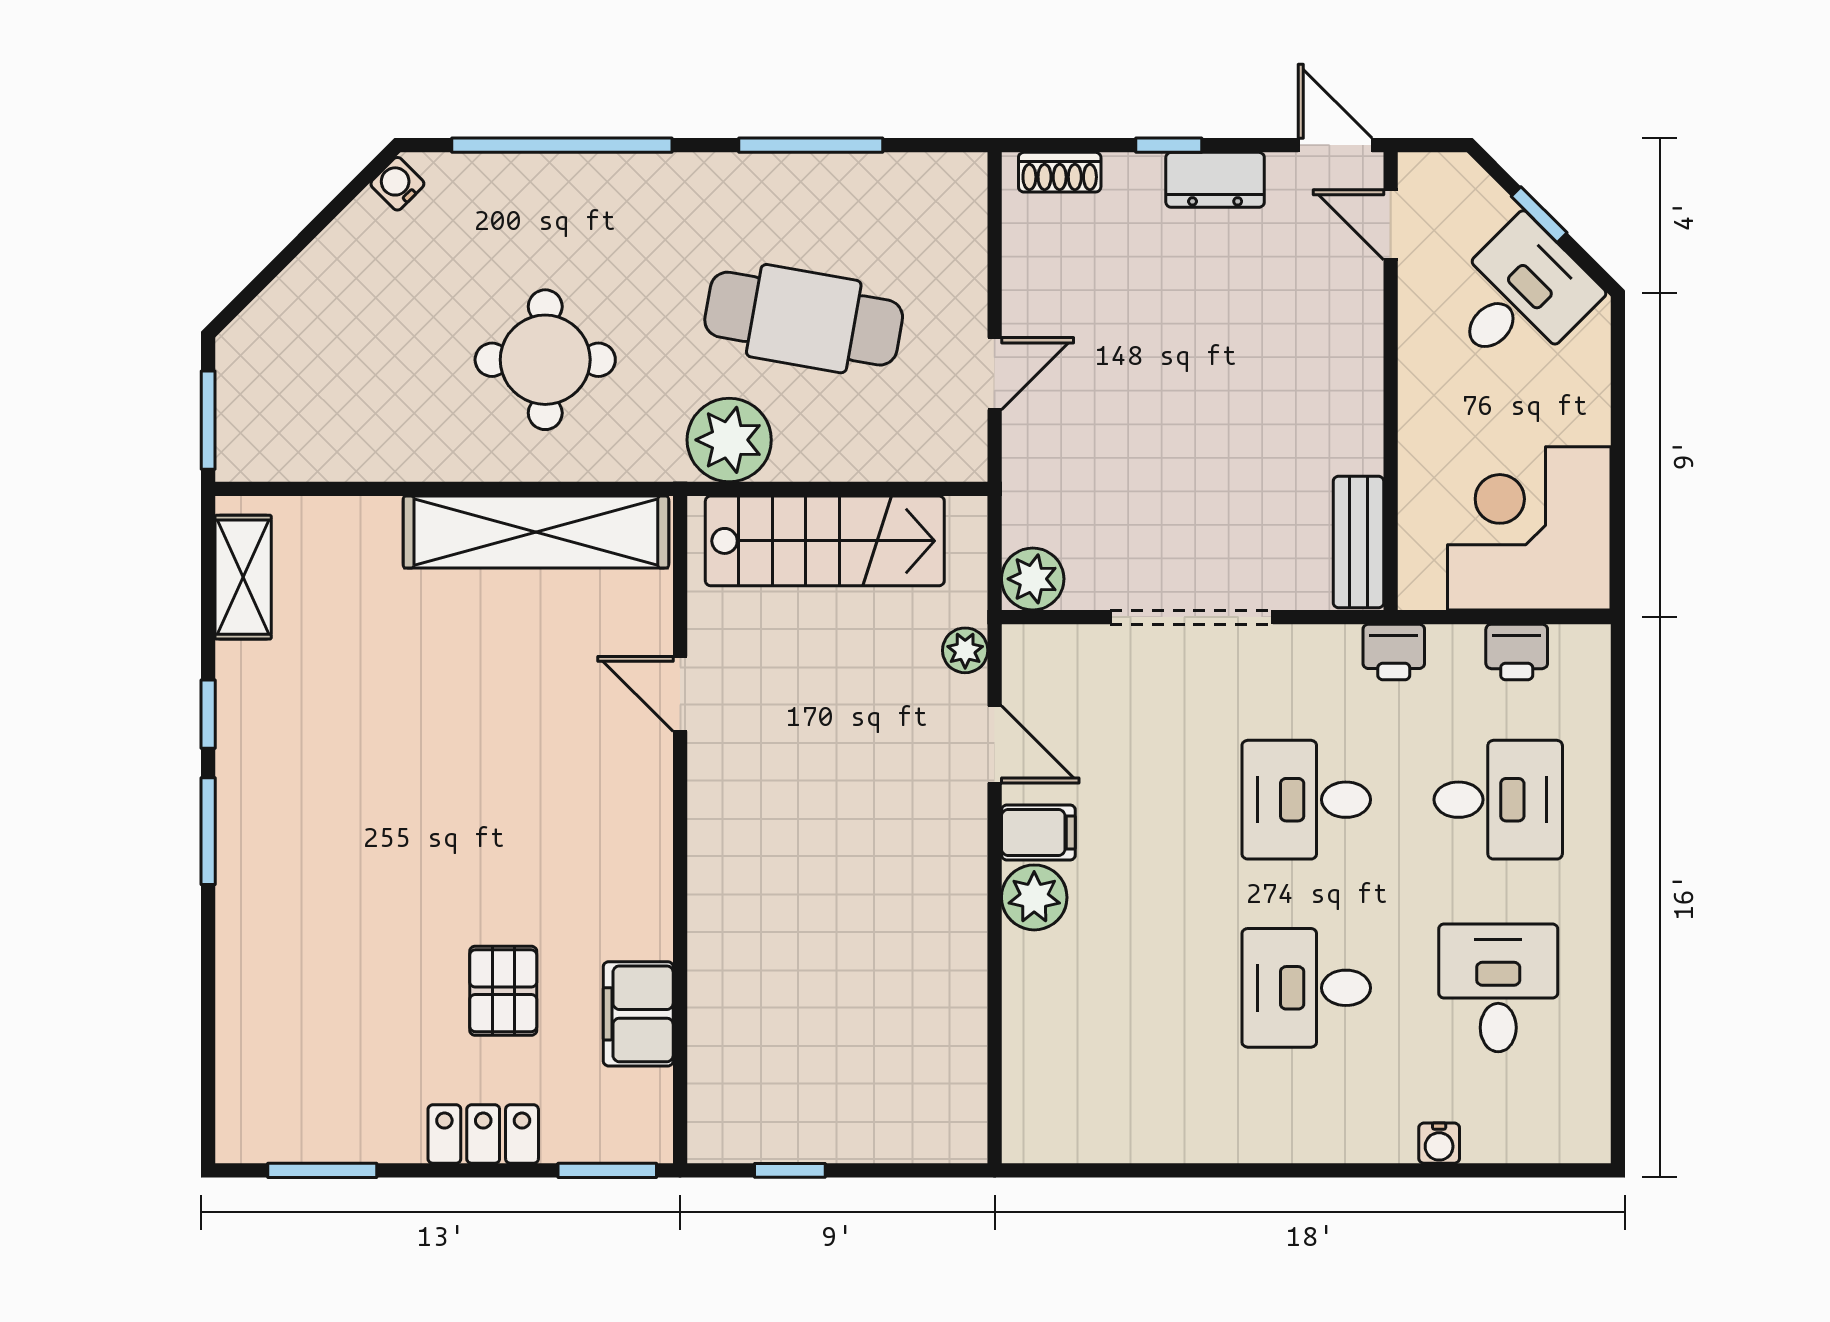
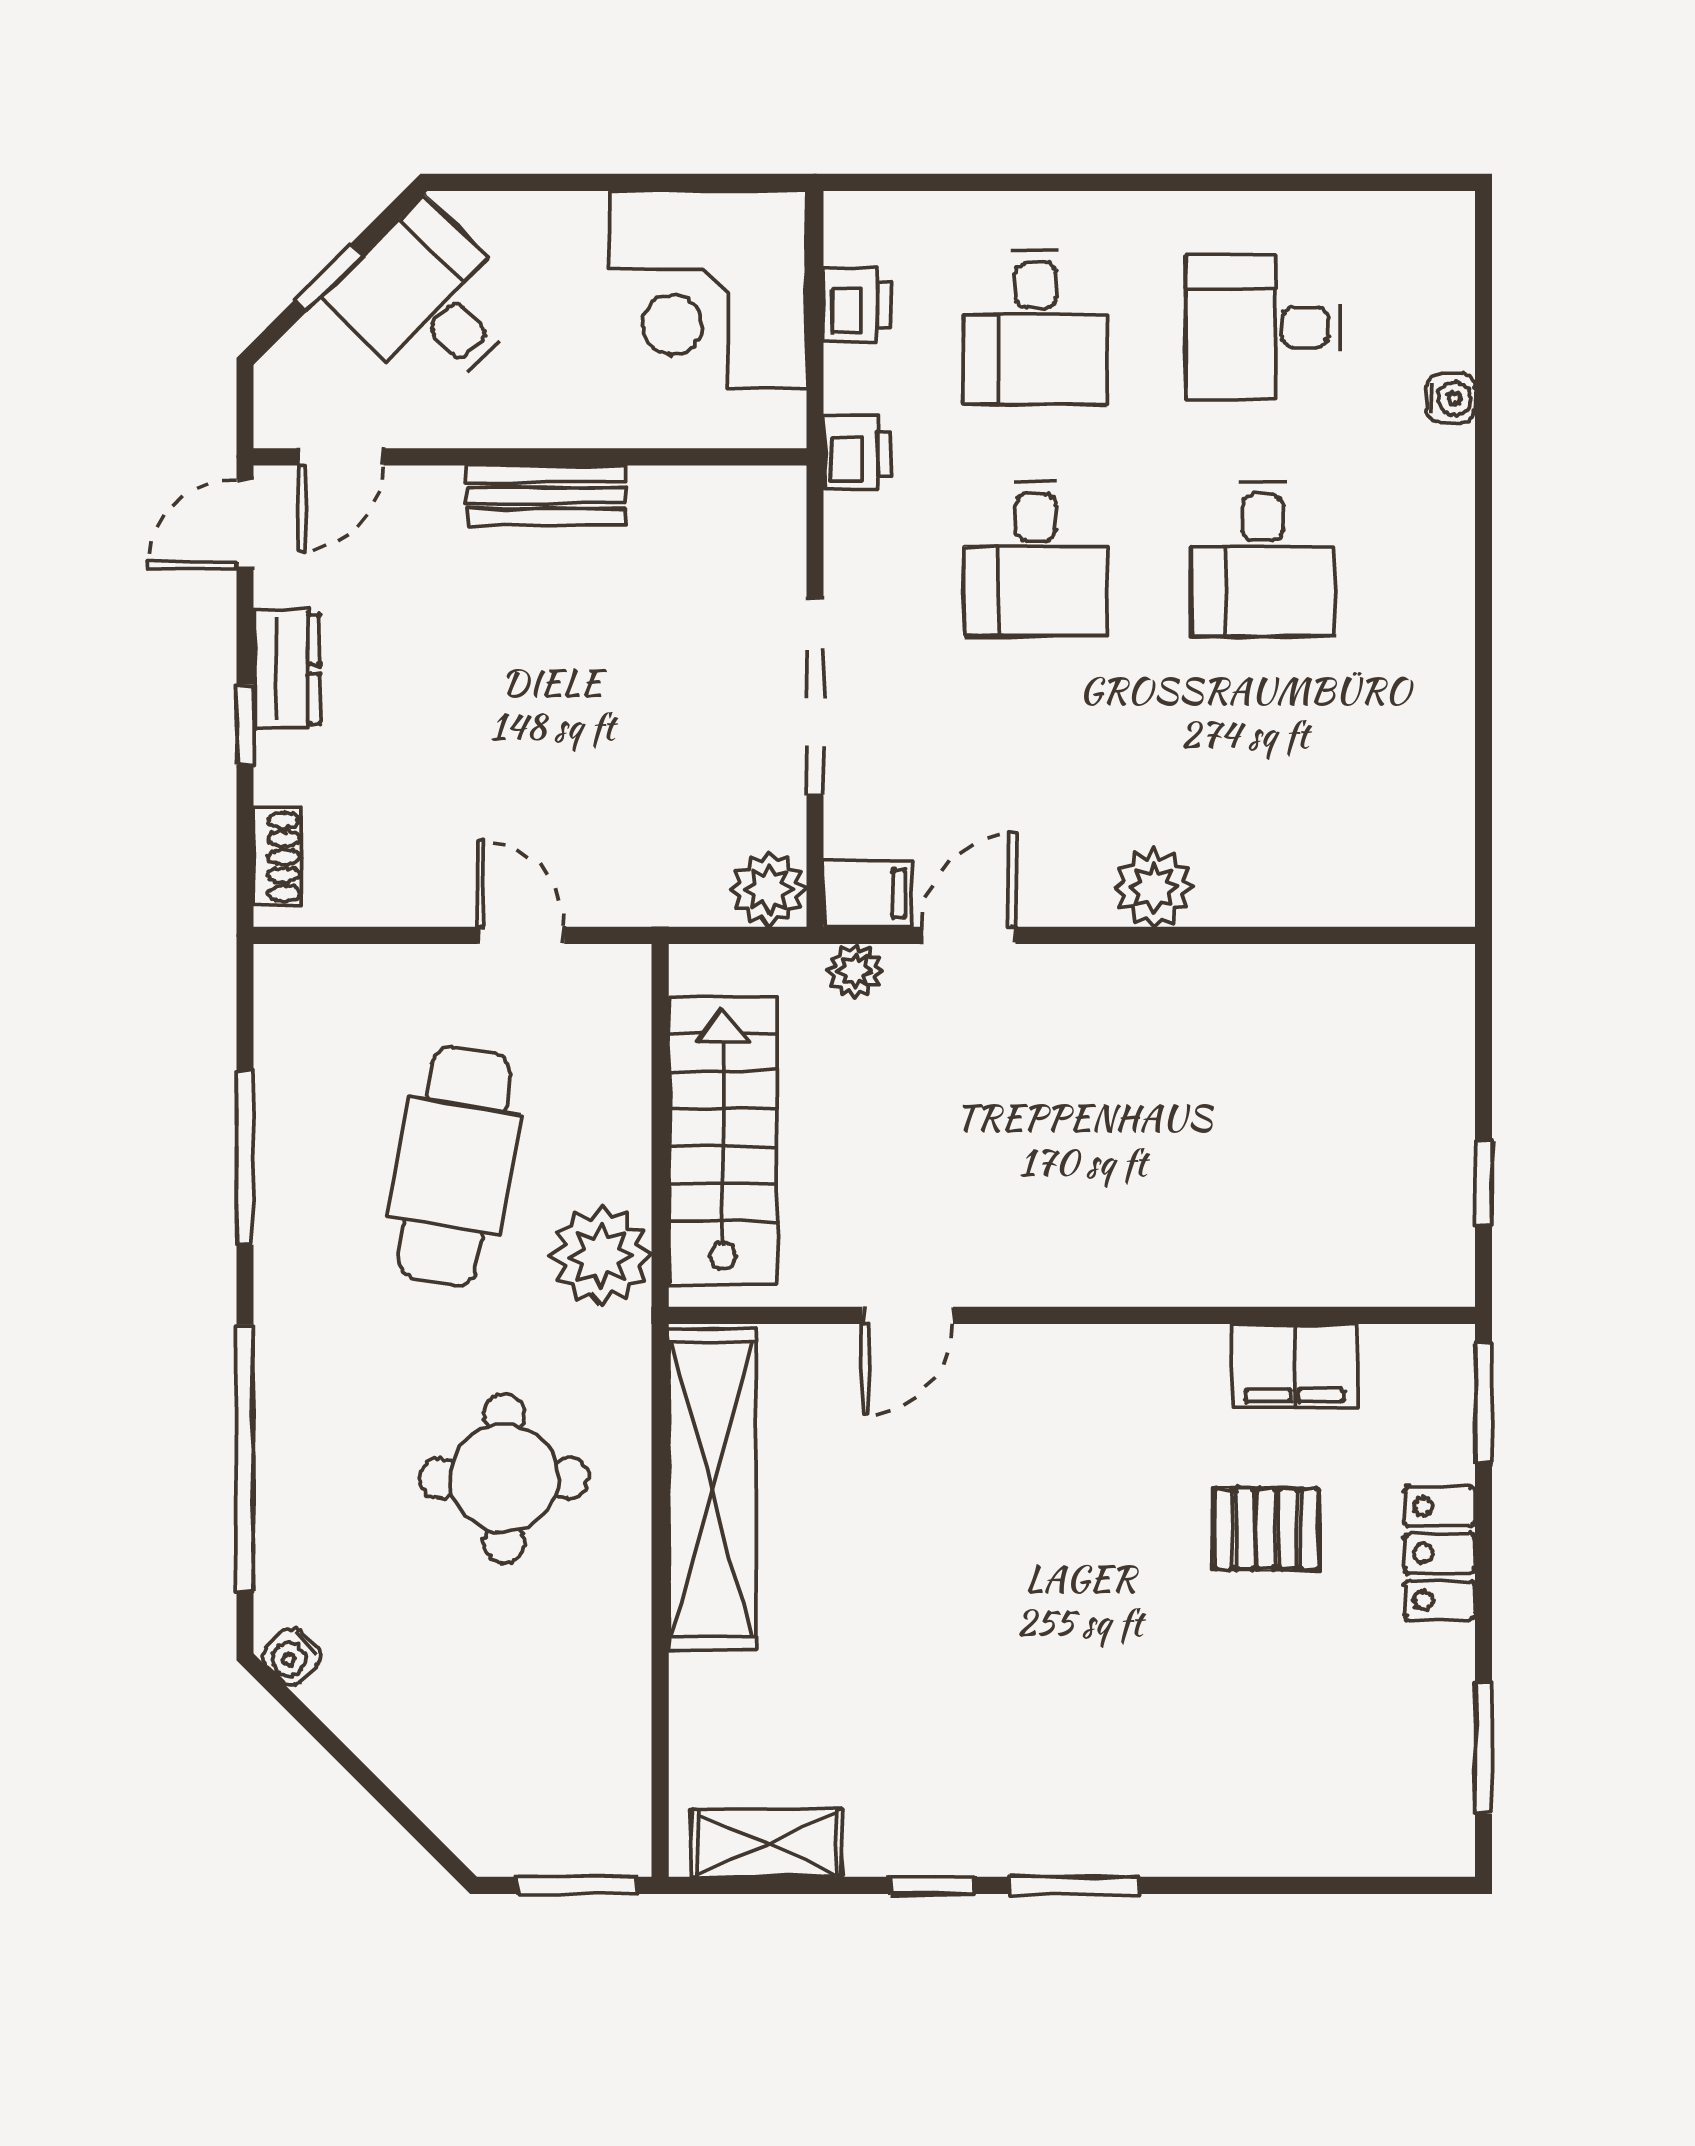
bench: (1359, 542) -> (546, 496), moved
desk: (1498, 800) -> (1036, 327), turned 180
filing cabinet: (1038, 832) -> (868, 894), moved, turned 90

